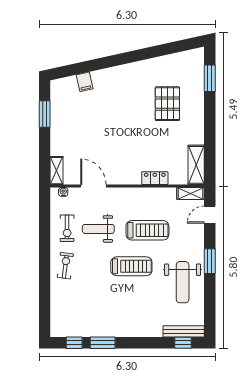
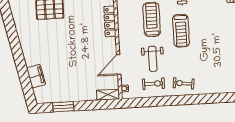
filing cabinet: (85, 82) -> (36, 76), width x2.00
locker: (155, 178) -> (110, 21), width x1.53
treadmill: (131, 266) -> (181, 31), turned 180

